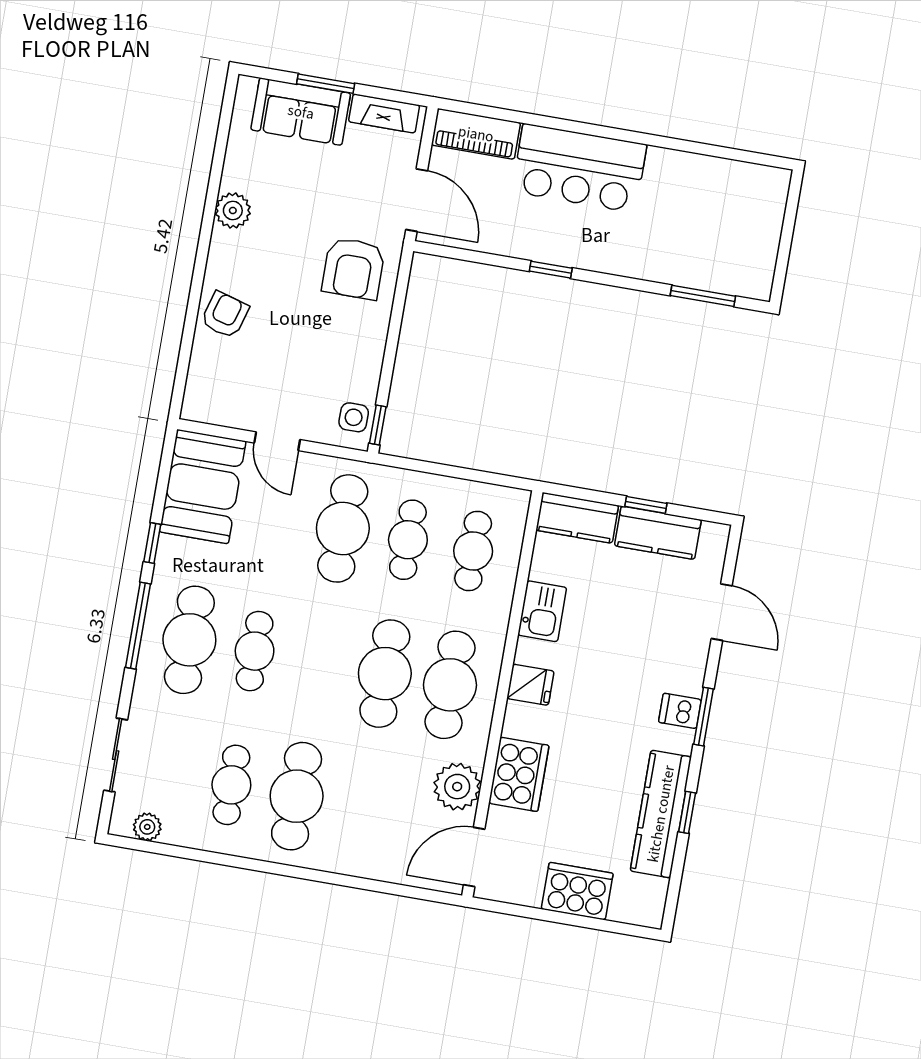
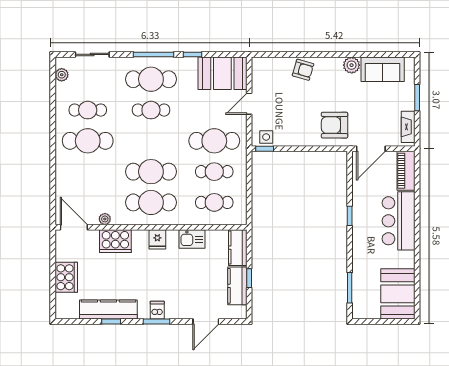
sofa: (301, 112) -> (383, 69), moved, turned -90
booth: (733, 196) -> (398, 294), added
plant: (457, 787) -> (105, 219), width x0.53, depth x0.53

